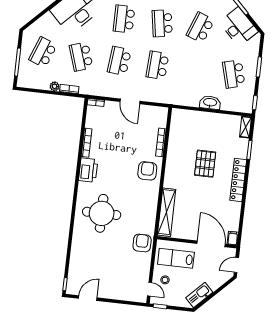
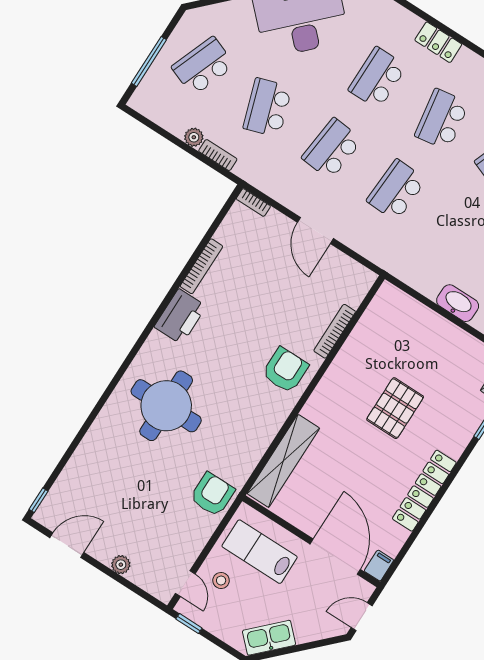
locker: (238, 180) -> (424, 491), moved
plant: (116, 295) -> (121, 565), added

